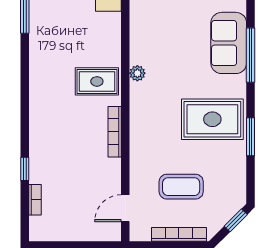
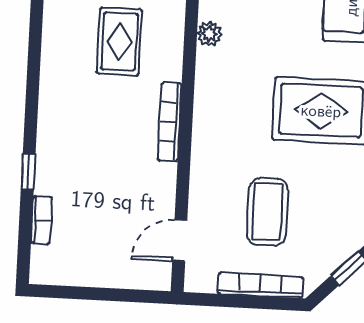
rug: (97, 81) -> (119, 42), moved, turned 90
coffee table: (181, 187) -> (267, 212), turned 90

